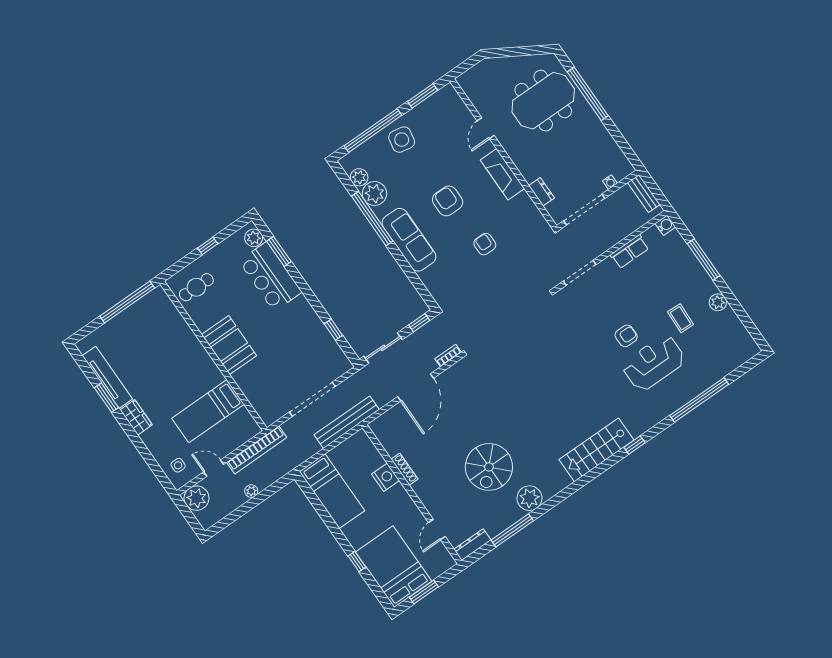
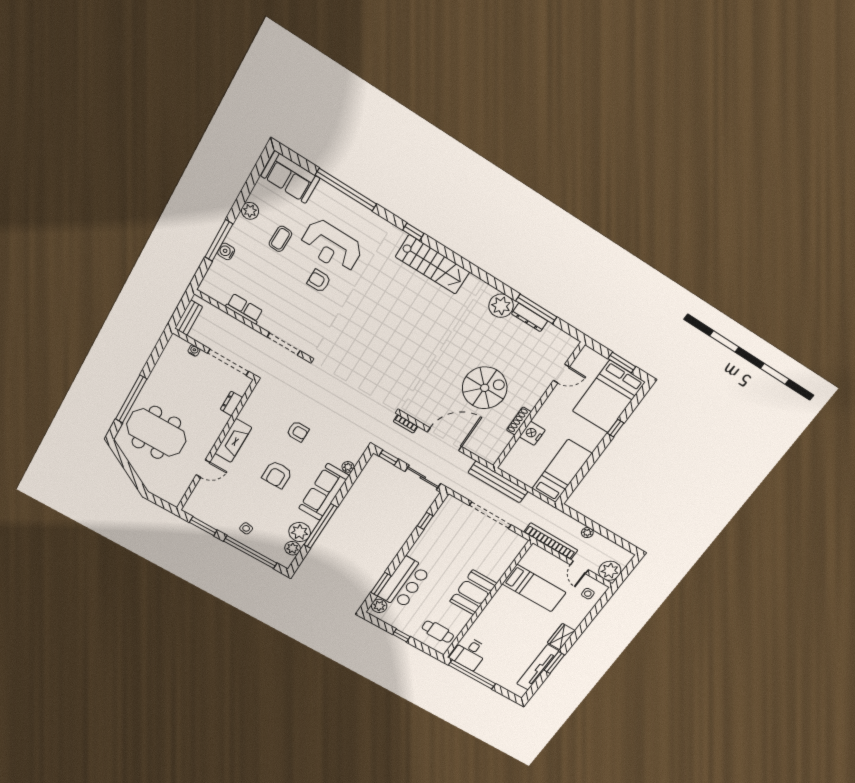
side table: (402, 140) -> (246, 528), width x0.54, depth x0.54
water cooler: (665, 225) -> (226, 251), moved
armchair: (485, 244) -> (298, 432), turned -90
plant: (426, 277) -> (348, 467), added
desk: (155, 310) -> (469, 653), added
sofa: (732, 354) -> (290, 177), added
spiral stairs: (489, 467) -> (485, 388), moved
dresser: (472, 545) -> (530, 317), moved

